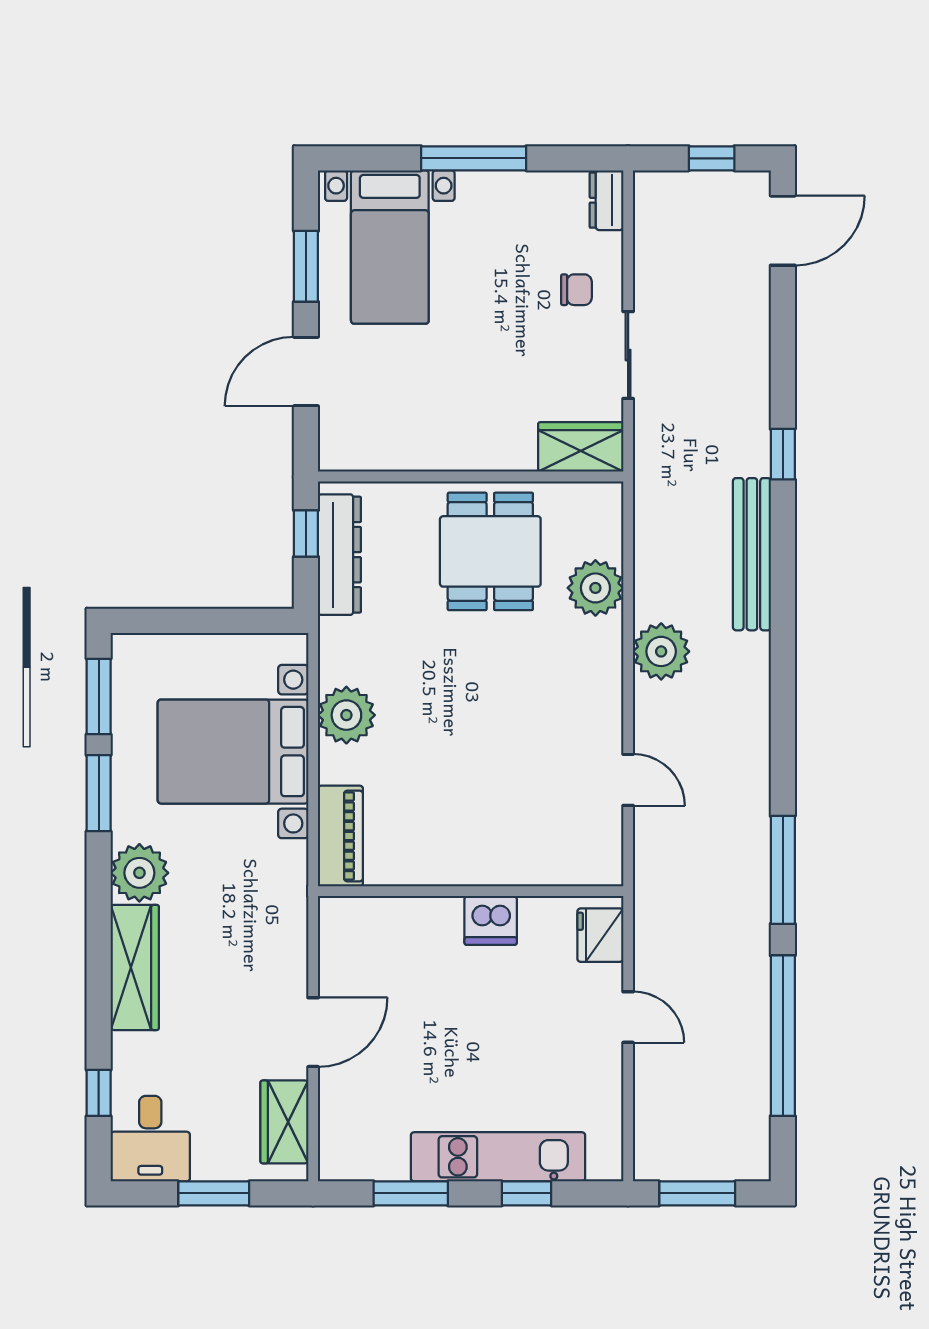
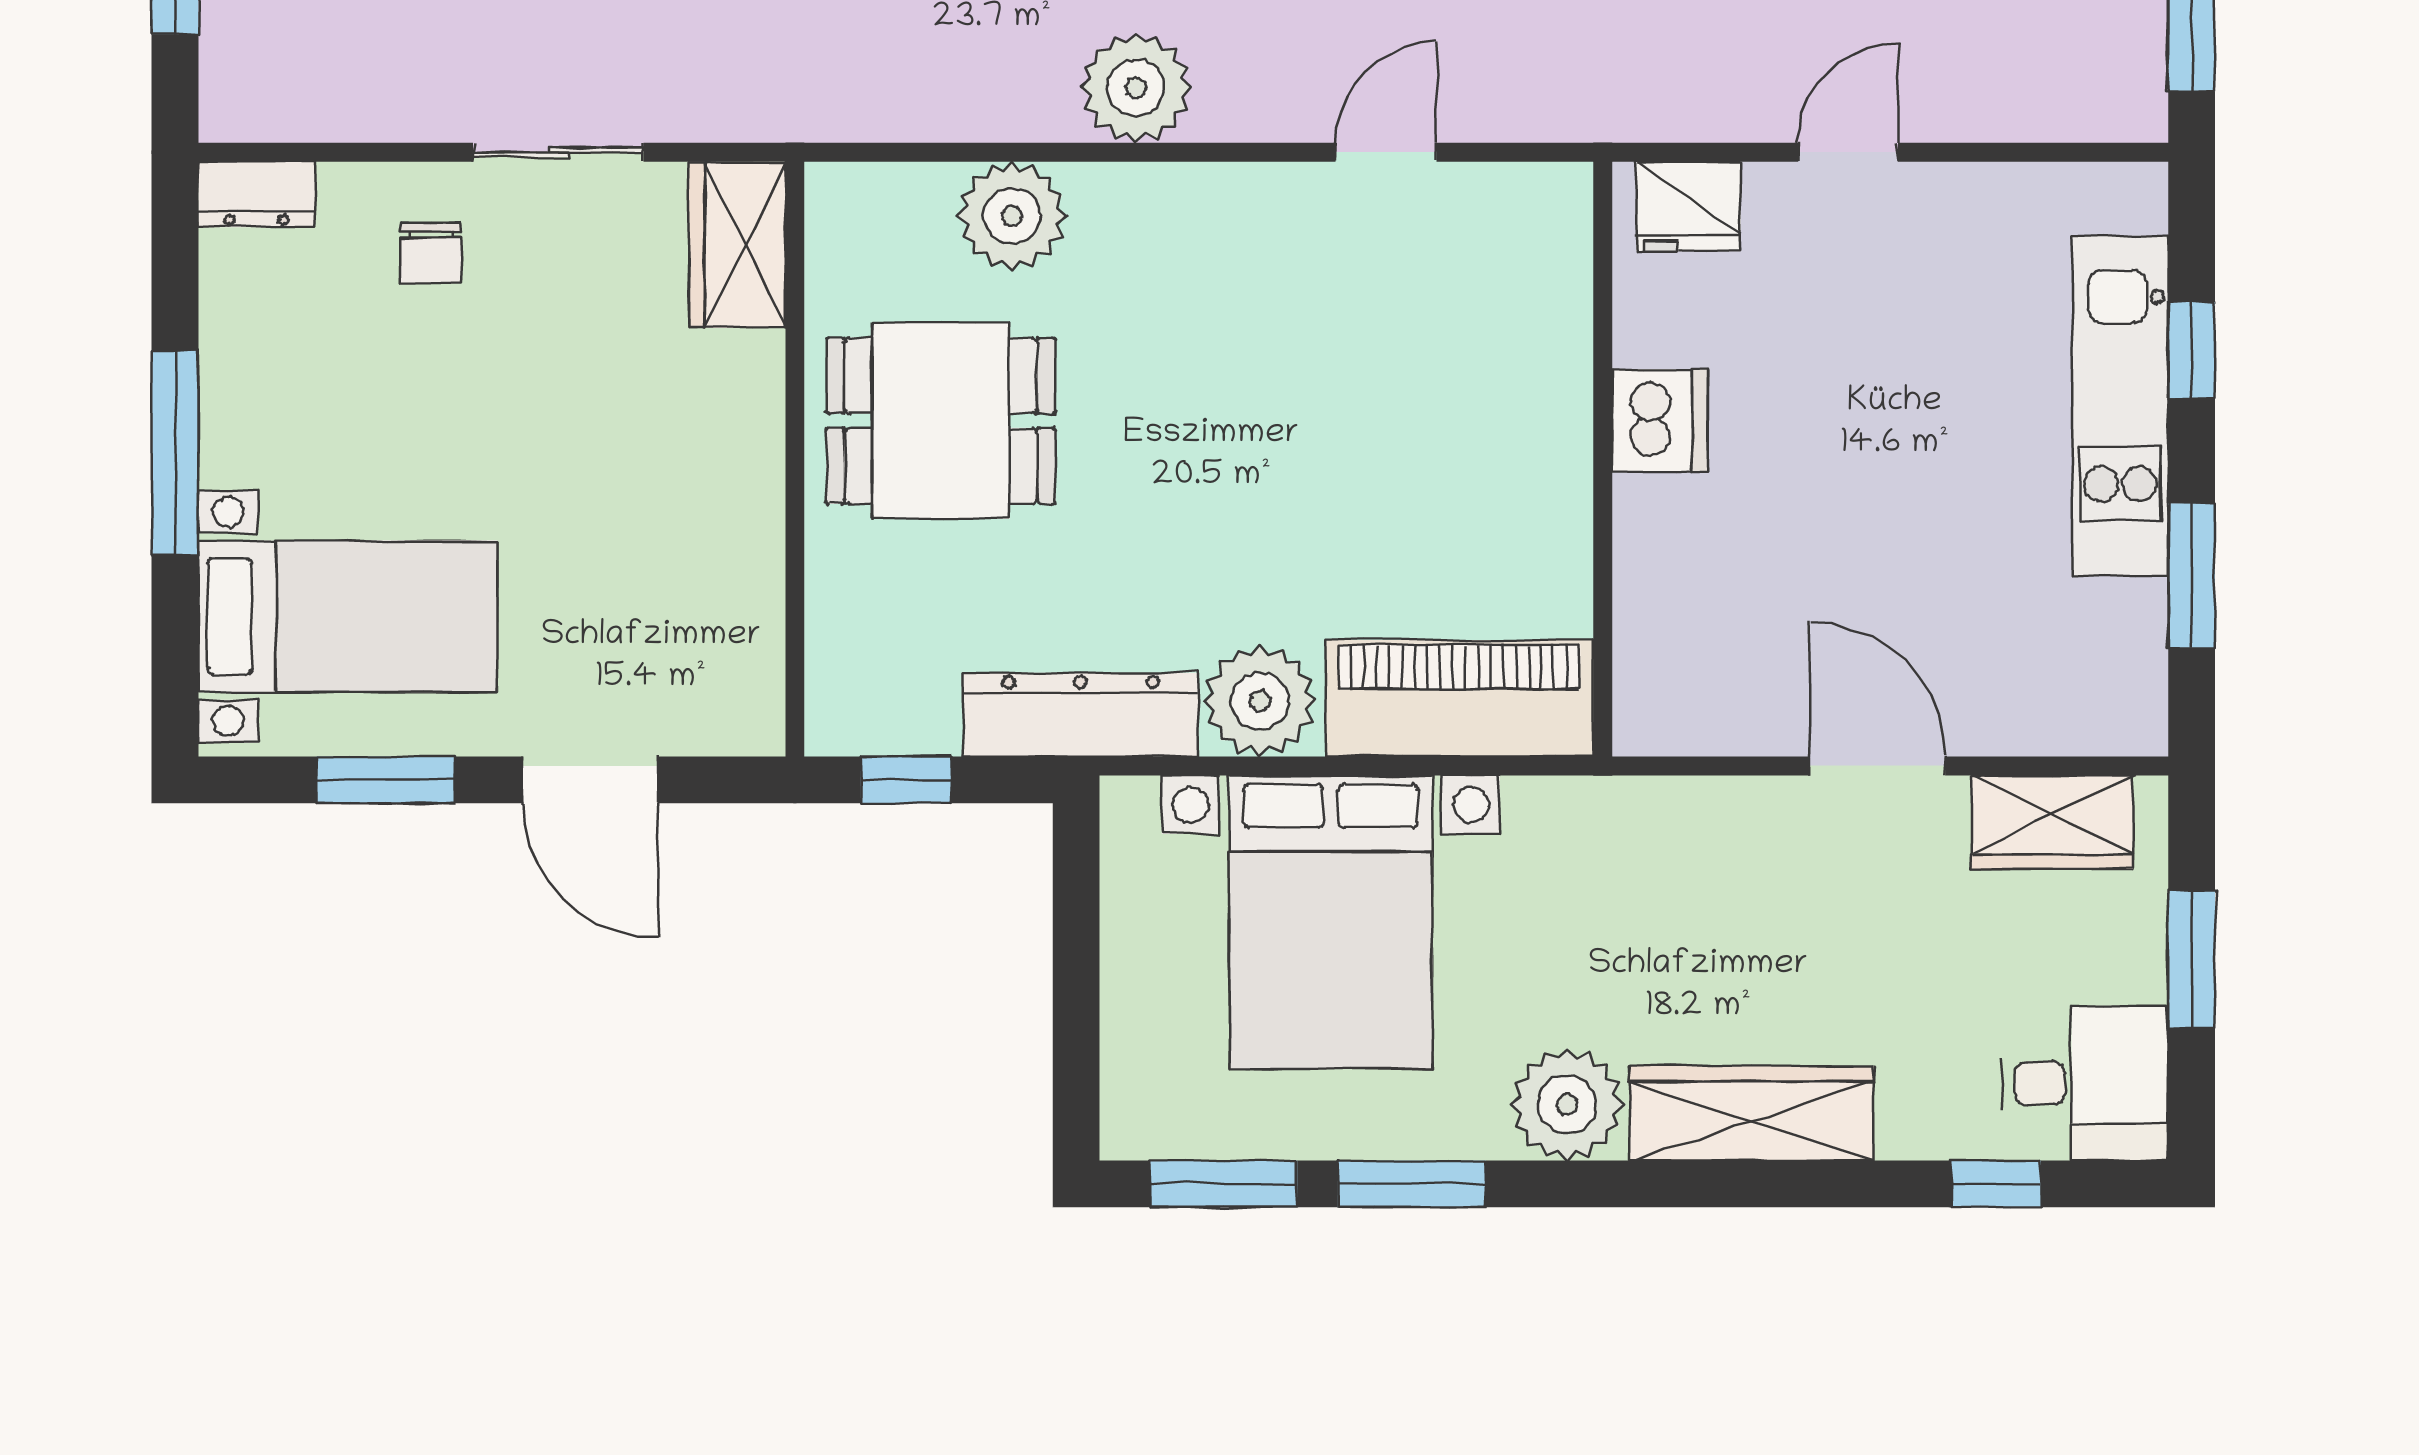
chair: (576, 290) -> (431, 253), turned 180
dresser: (339, 555) -> (1081, 715), moved
piano: (340, 836) -> (1459, 698), width x1.37, depth x1.33

